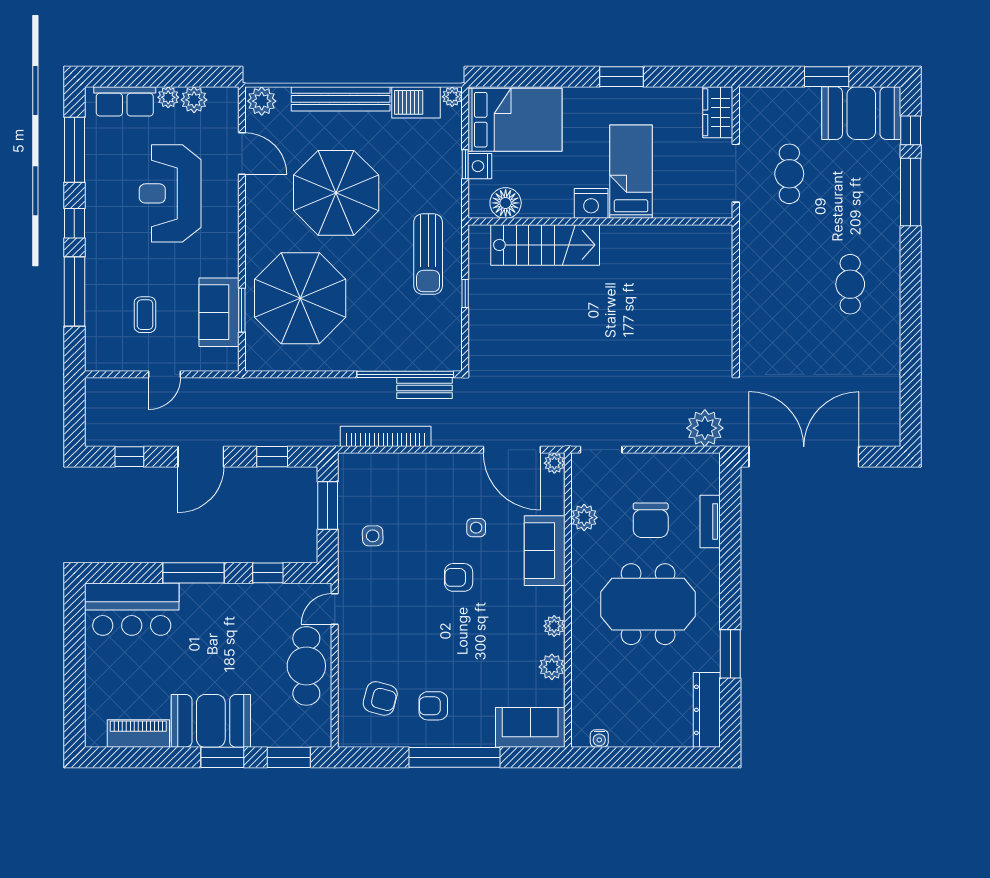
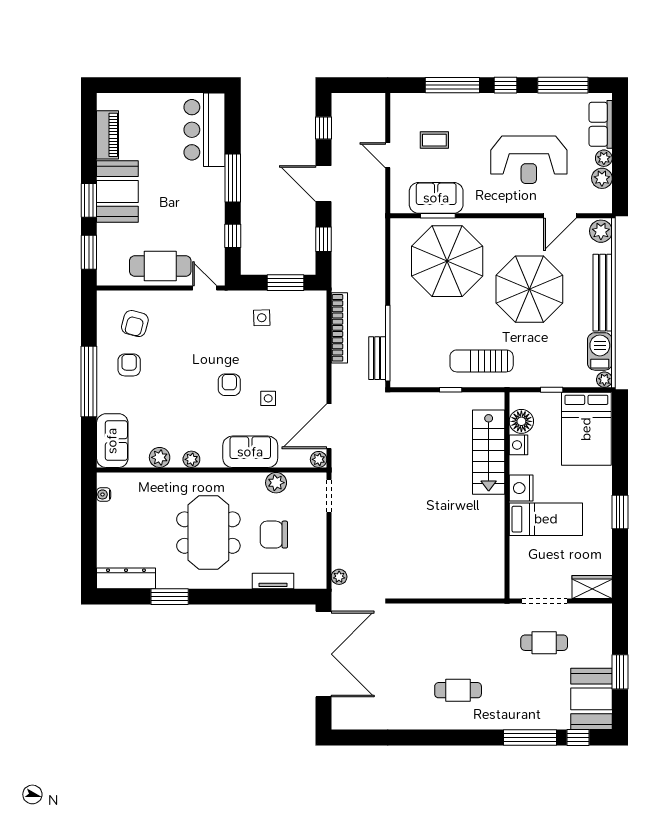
nightstand: (480, 166) -> (518, 445), moved, turned -90
reception desk: (170, 193) -> (529, 160), turned 180
plant: (705, 428) -> (339, 577), width x0.53, depth x0.53

